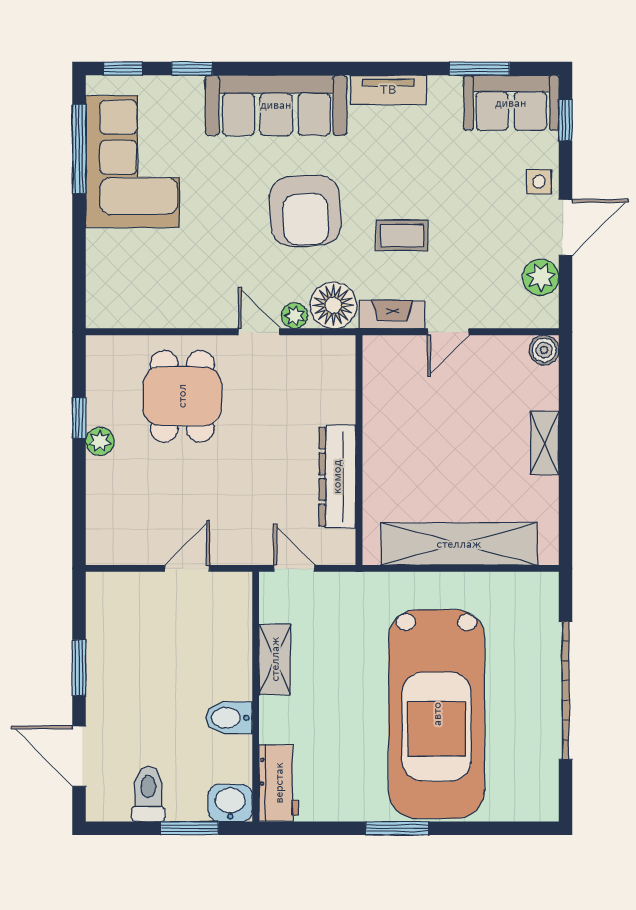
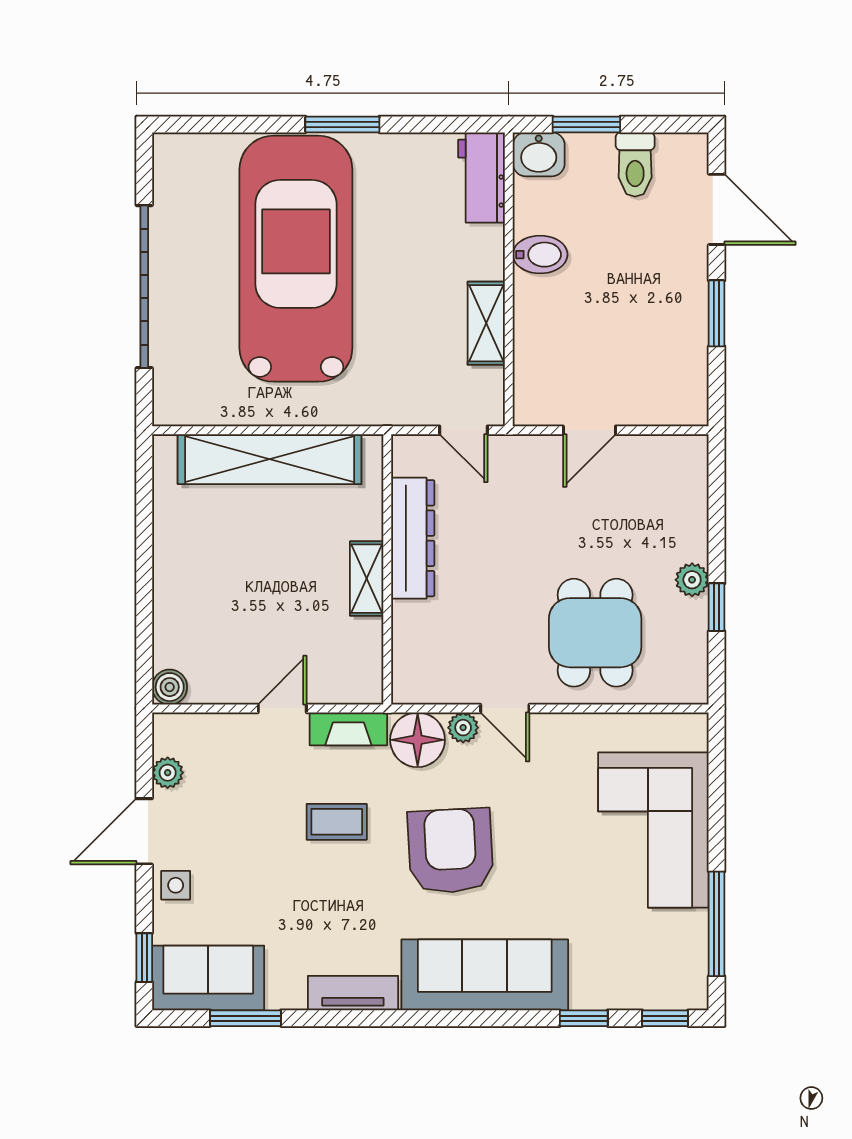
corner sofa: (133, 162) -> (653, 830), moved
plant: (541, 277) -> (168, 773), width x0.73, depth x0.73
shelving: (545, 443) -> (367, 579), moved

